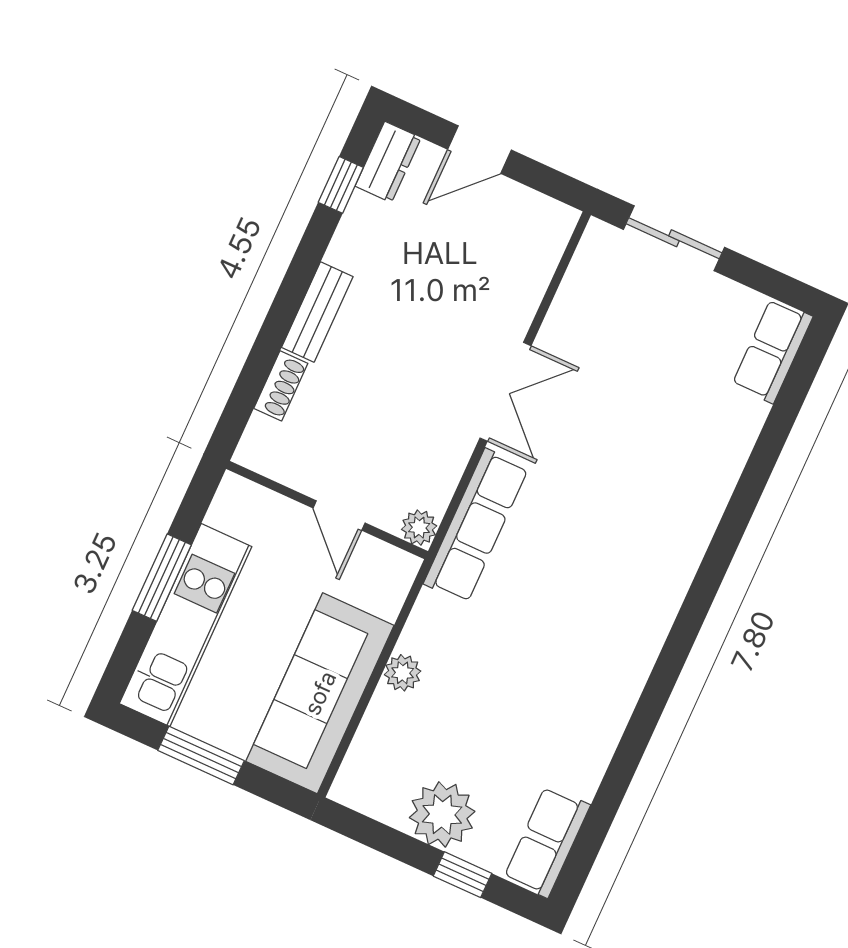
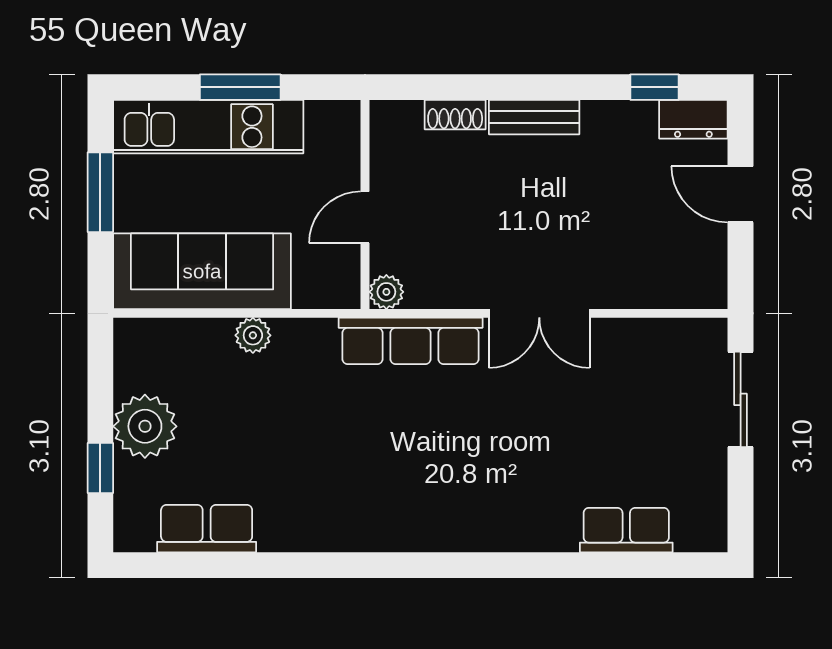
row of seats: (772, 351) -> (626, 530), moved
row of seats: (547, 842) -> (207, 529), moved

